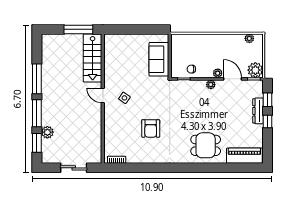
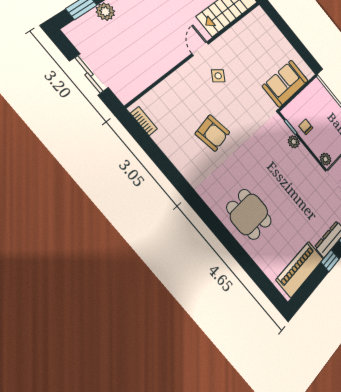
plant: (211, 85) -> (294, 142), moved
armchair: (151, 128) -> (213, 133), turned -100
piano: (244, 156) -> (300, 269), moved, turned -90

